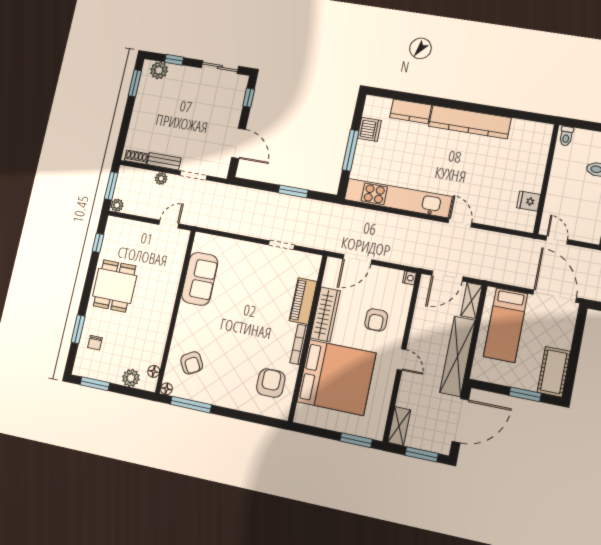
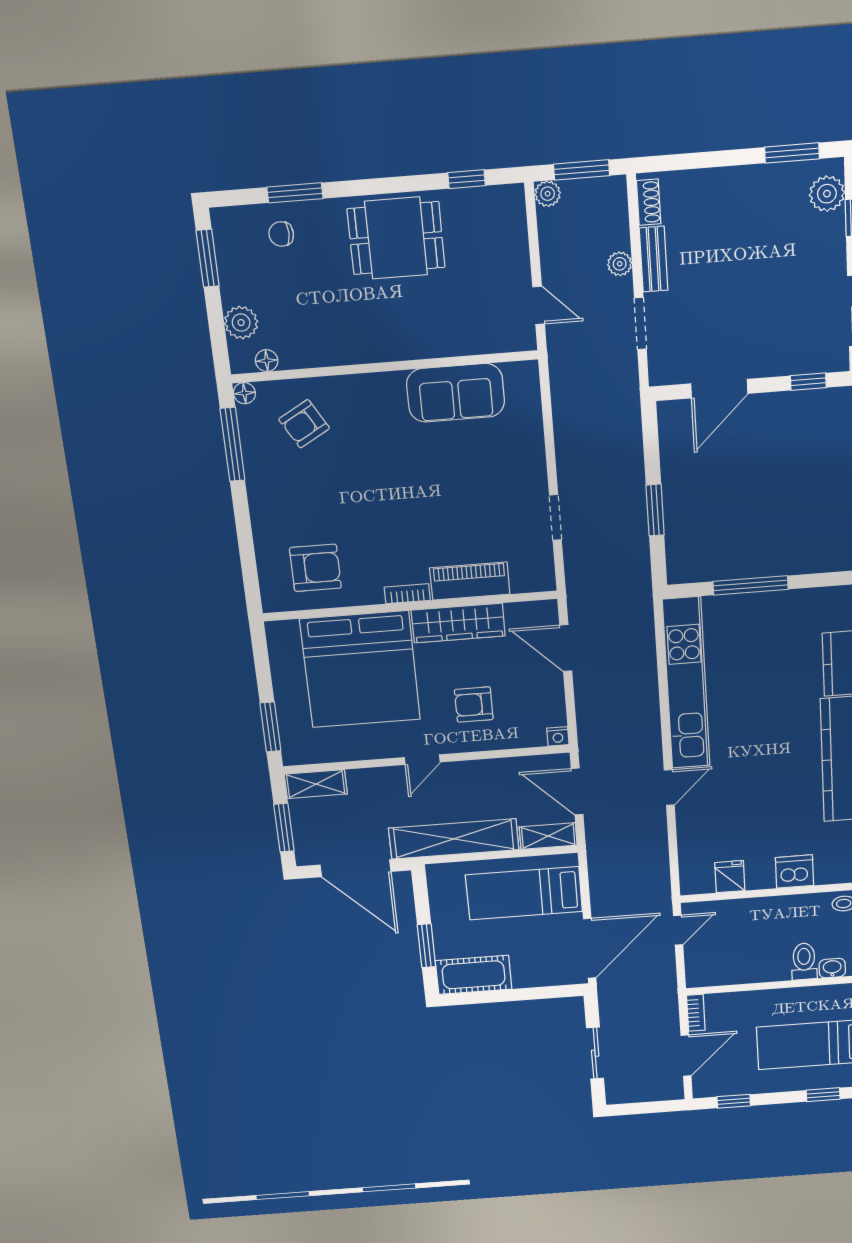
dishwasher: (369, 129) -> (795, 872), moved, turned 180
bookcase: (299, 344) -> (407, 594), width x0.64

